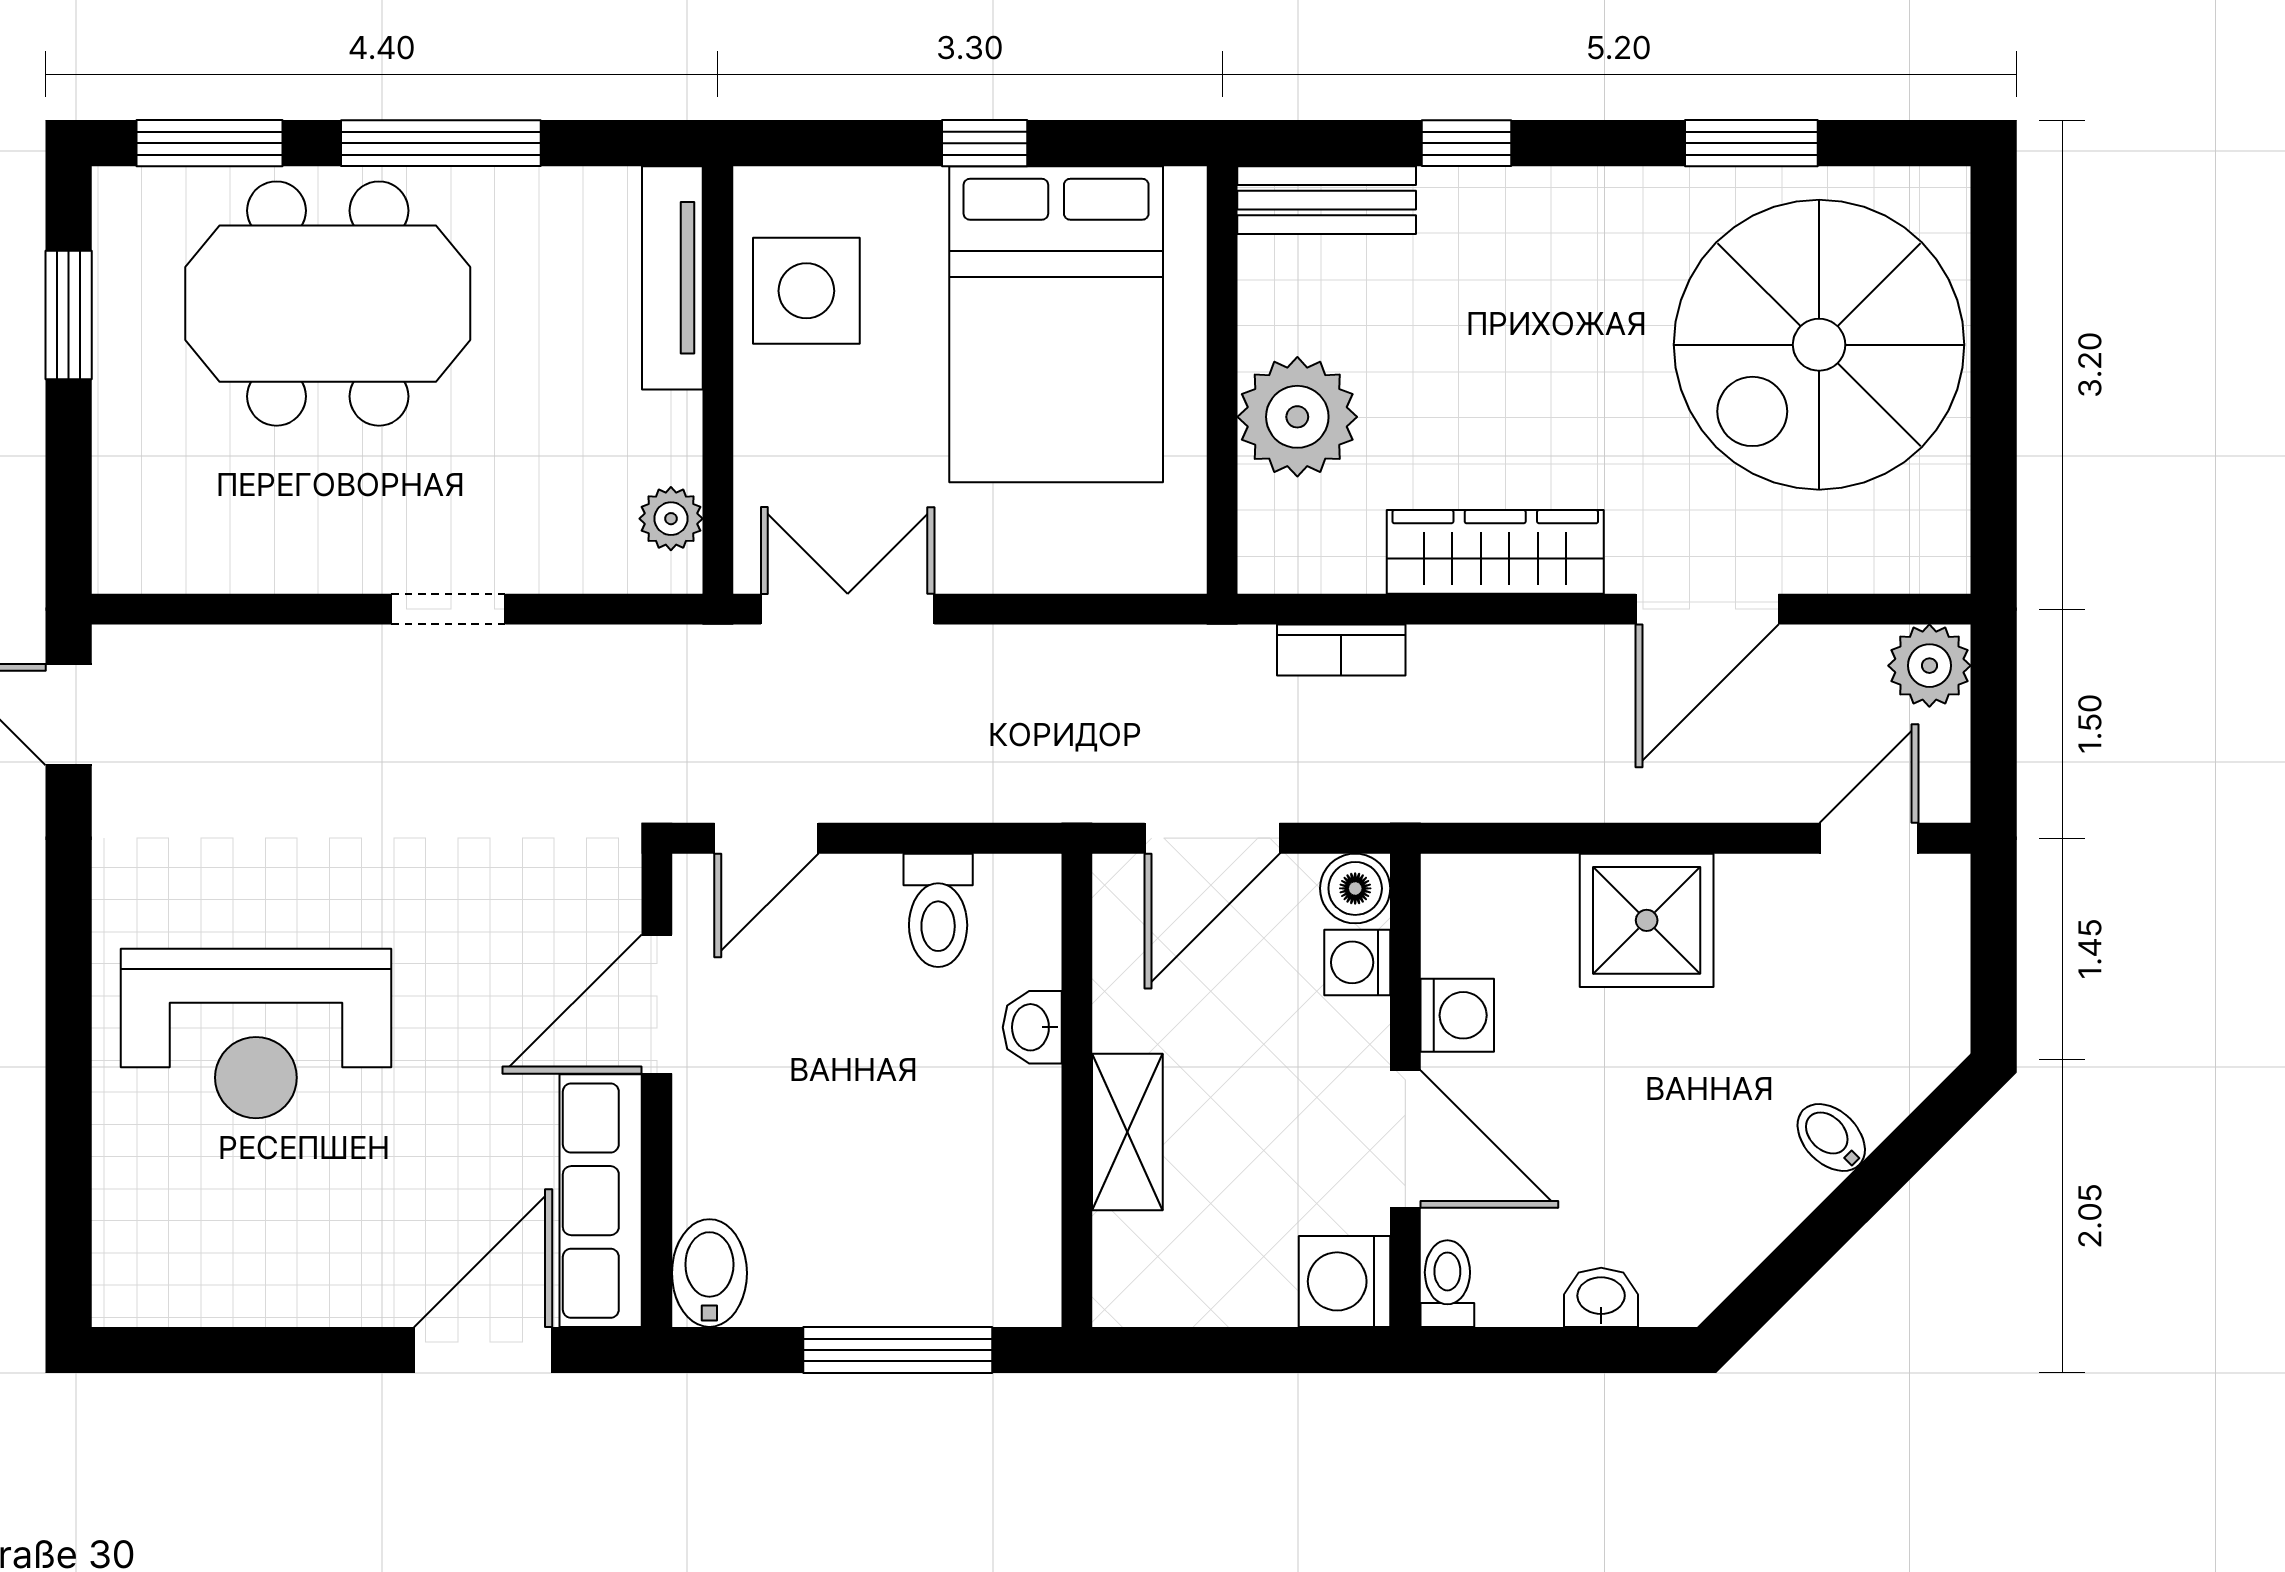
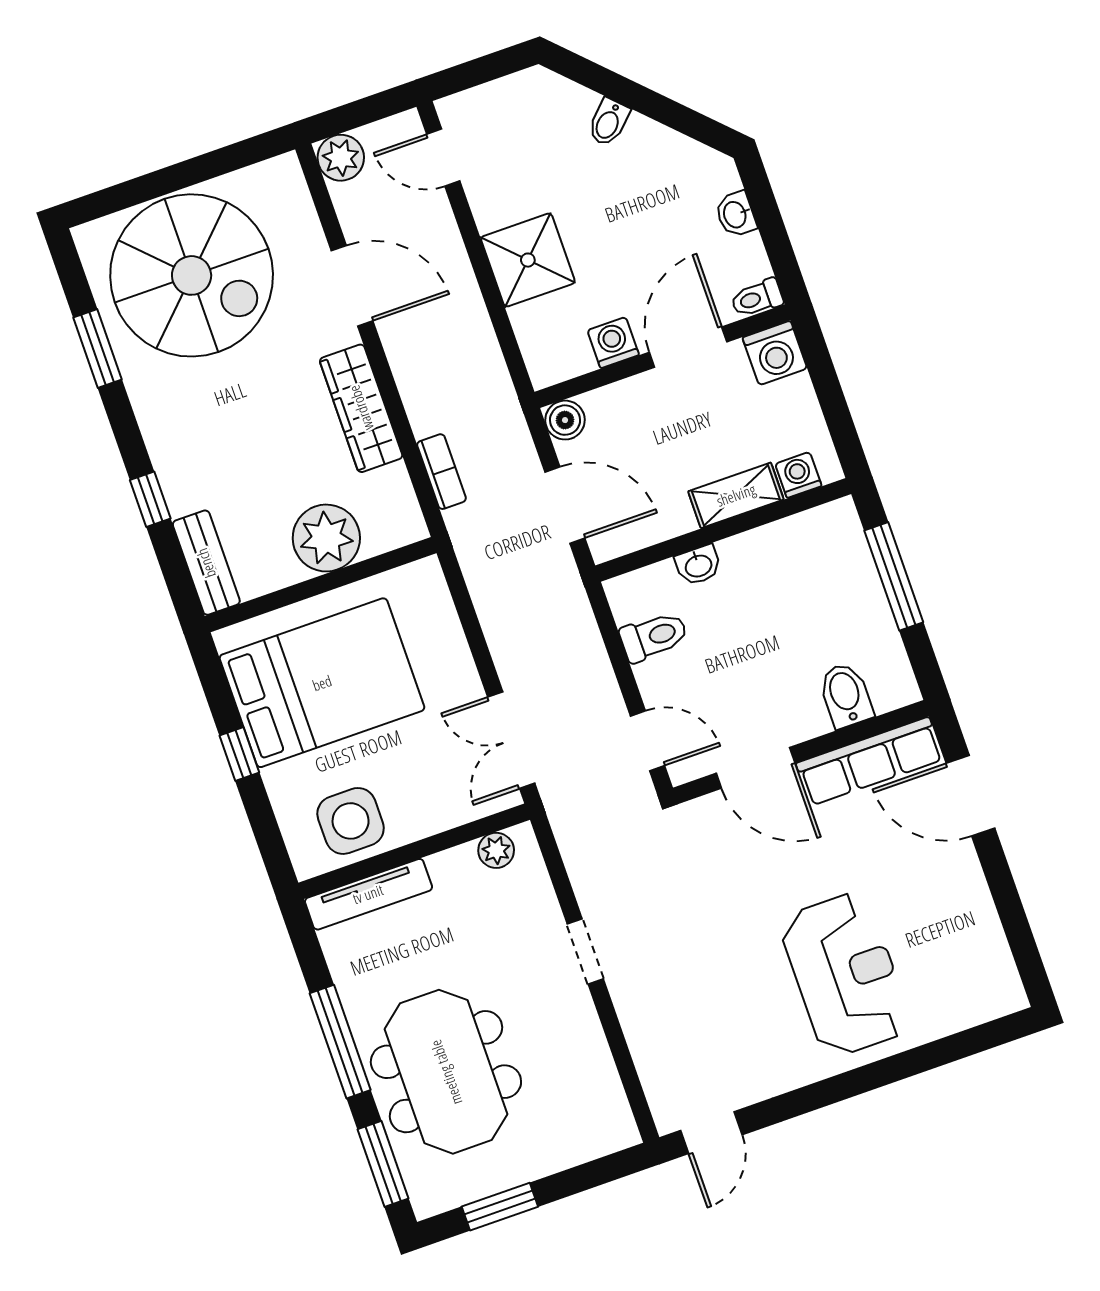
washing machine: (1357, 962) -> (798, 475), moved, turned 180
bidet: (709, 1273) -> (846, 695), moved, turned 90

